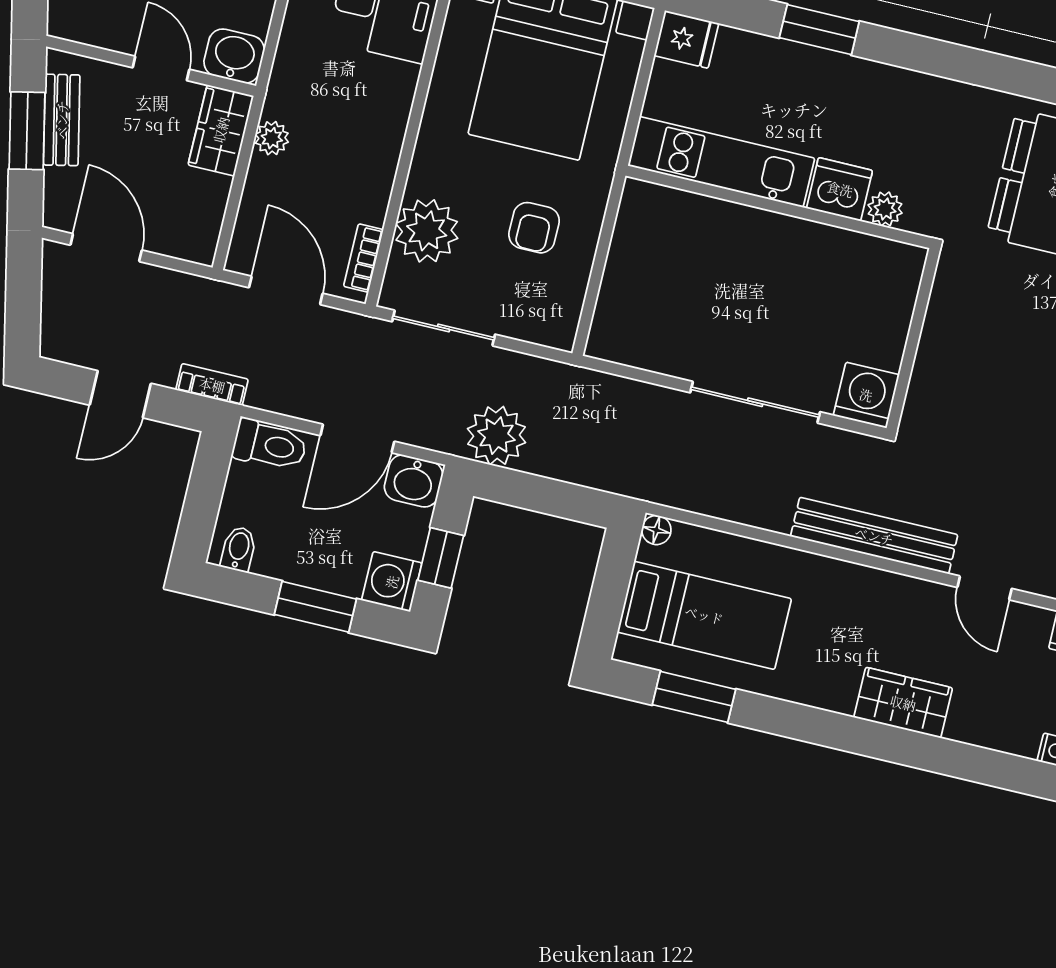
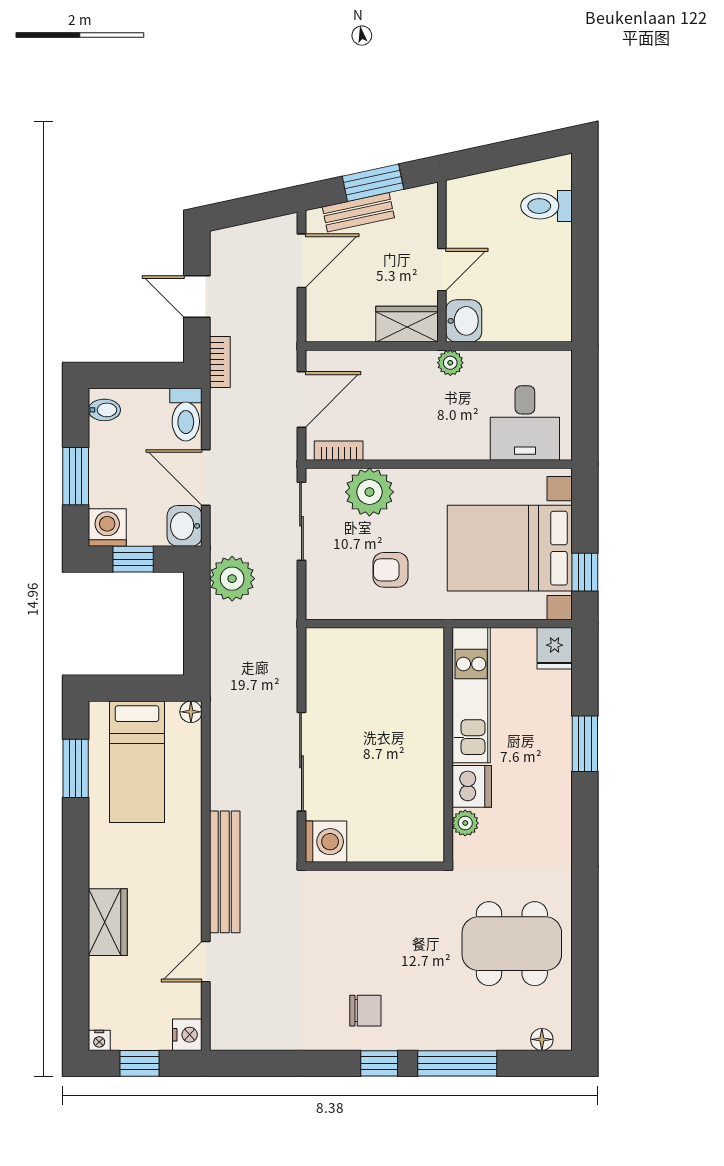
bench: (62, 120) -> (358, 212), moved
plant: (272, 138) -> (450, 363), moved

